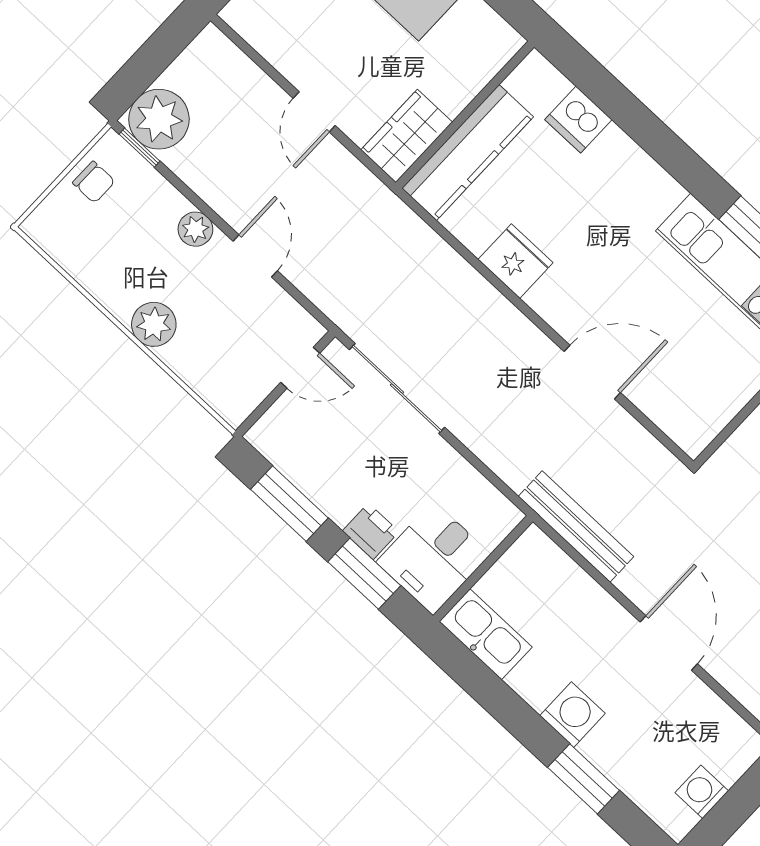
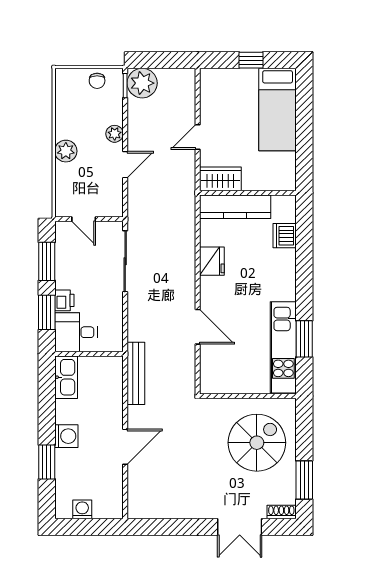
door: (300, 368) -> (84, 219), moved

